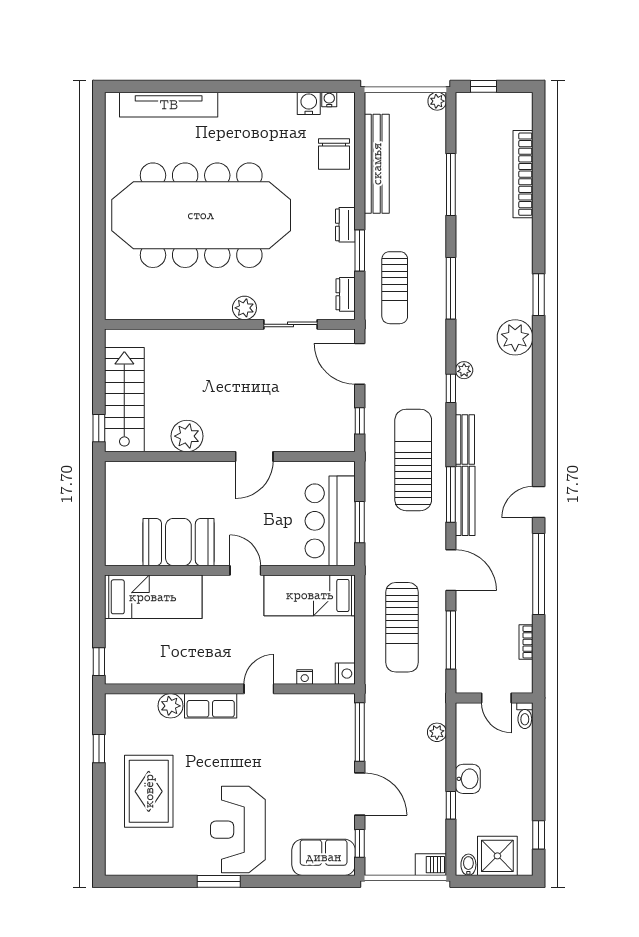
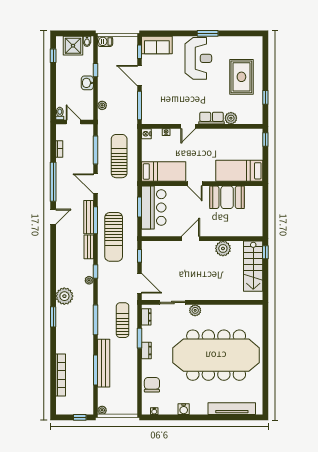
water cooler: (309, 103) -> (184, 409), moved
bench: (377, 164) -> (104, 363), moved

